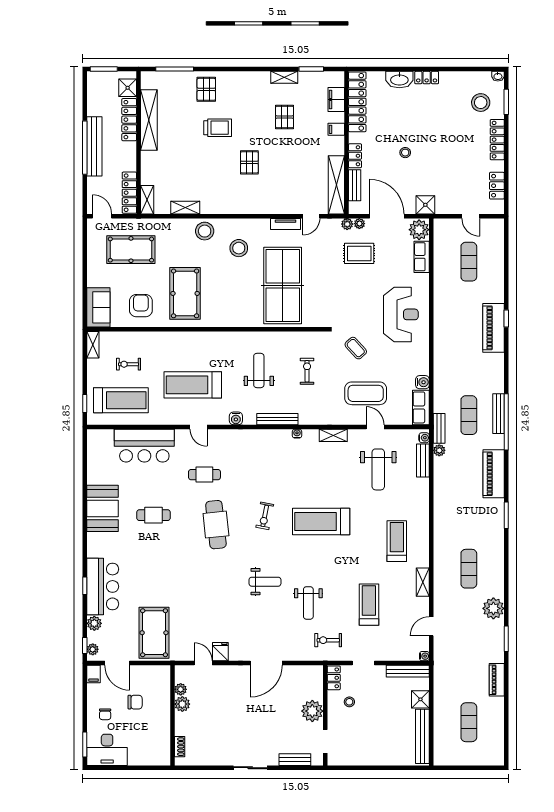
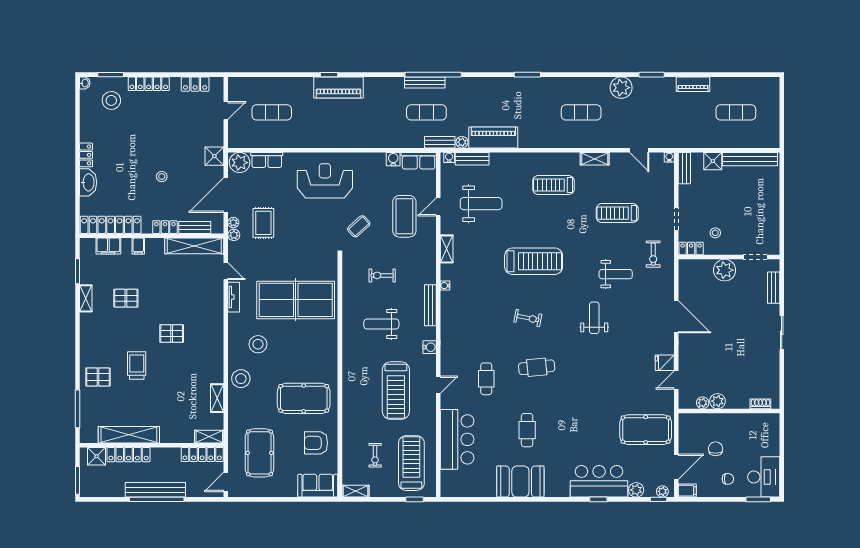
piano: (494, 474) -> (493, 137), moved, turned 180
treadmill: (321, 522) -> (534, 261), turned -90
cafe table: (216, 525) -> (537, 367), width x0.73, depth x0.74
bench: (408, 671) -> (684, 168), width x0.73

